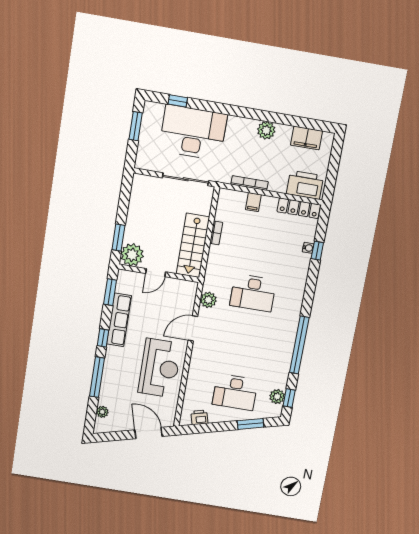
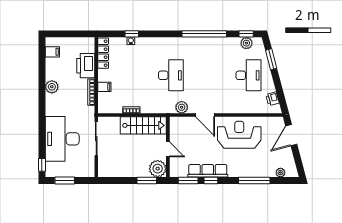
window: (178, 101) -> (42, 165), moved
filing cabinet: (306, 138) -> (52, 52), width x0.50
printer: (305, 185) -> (86, 66), moved
window: (103, 338) -> (211, 181), moved

